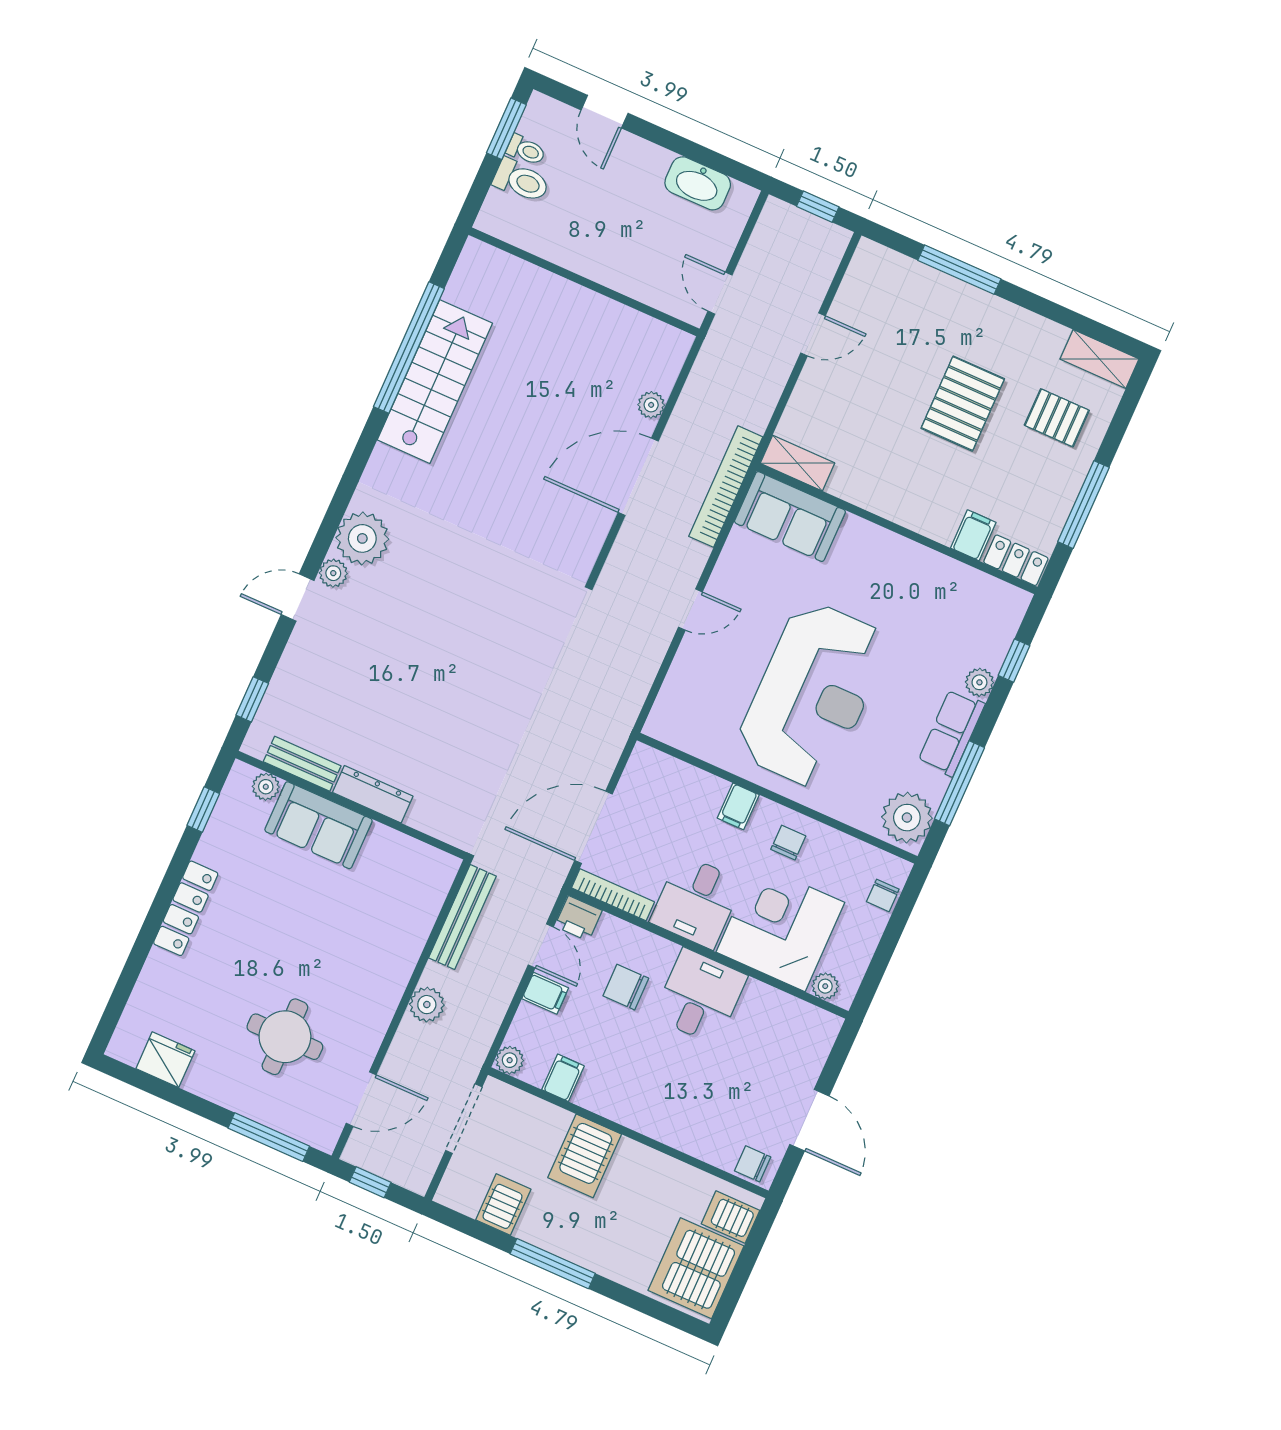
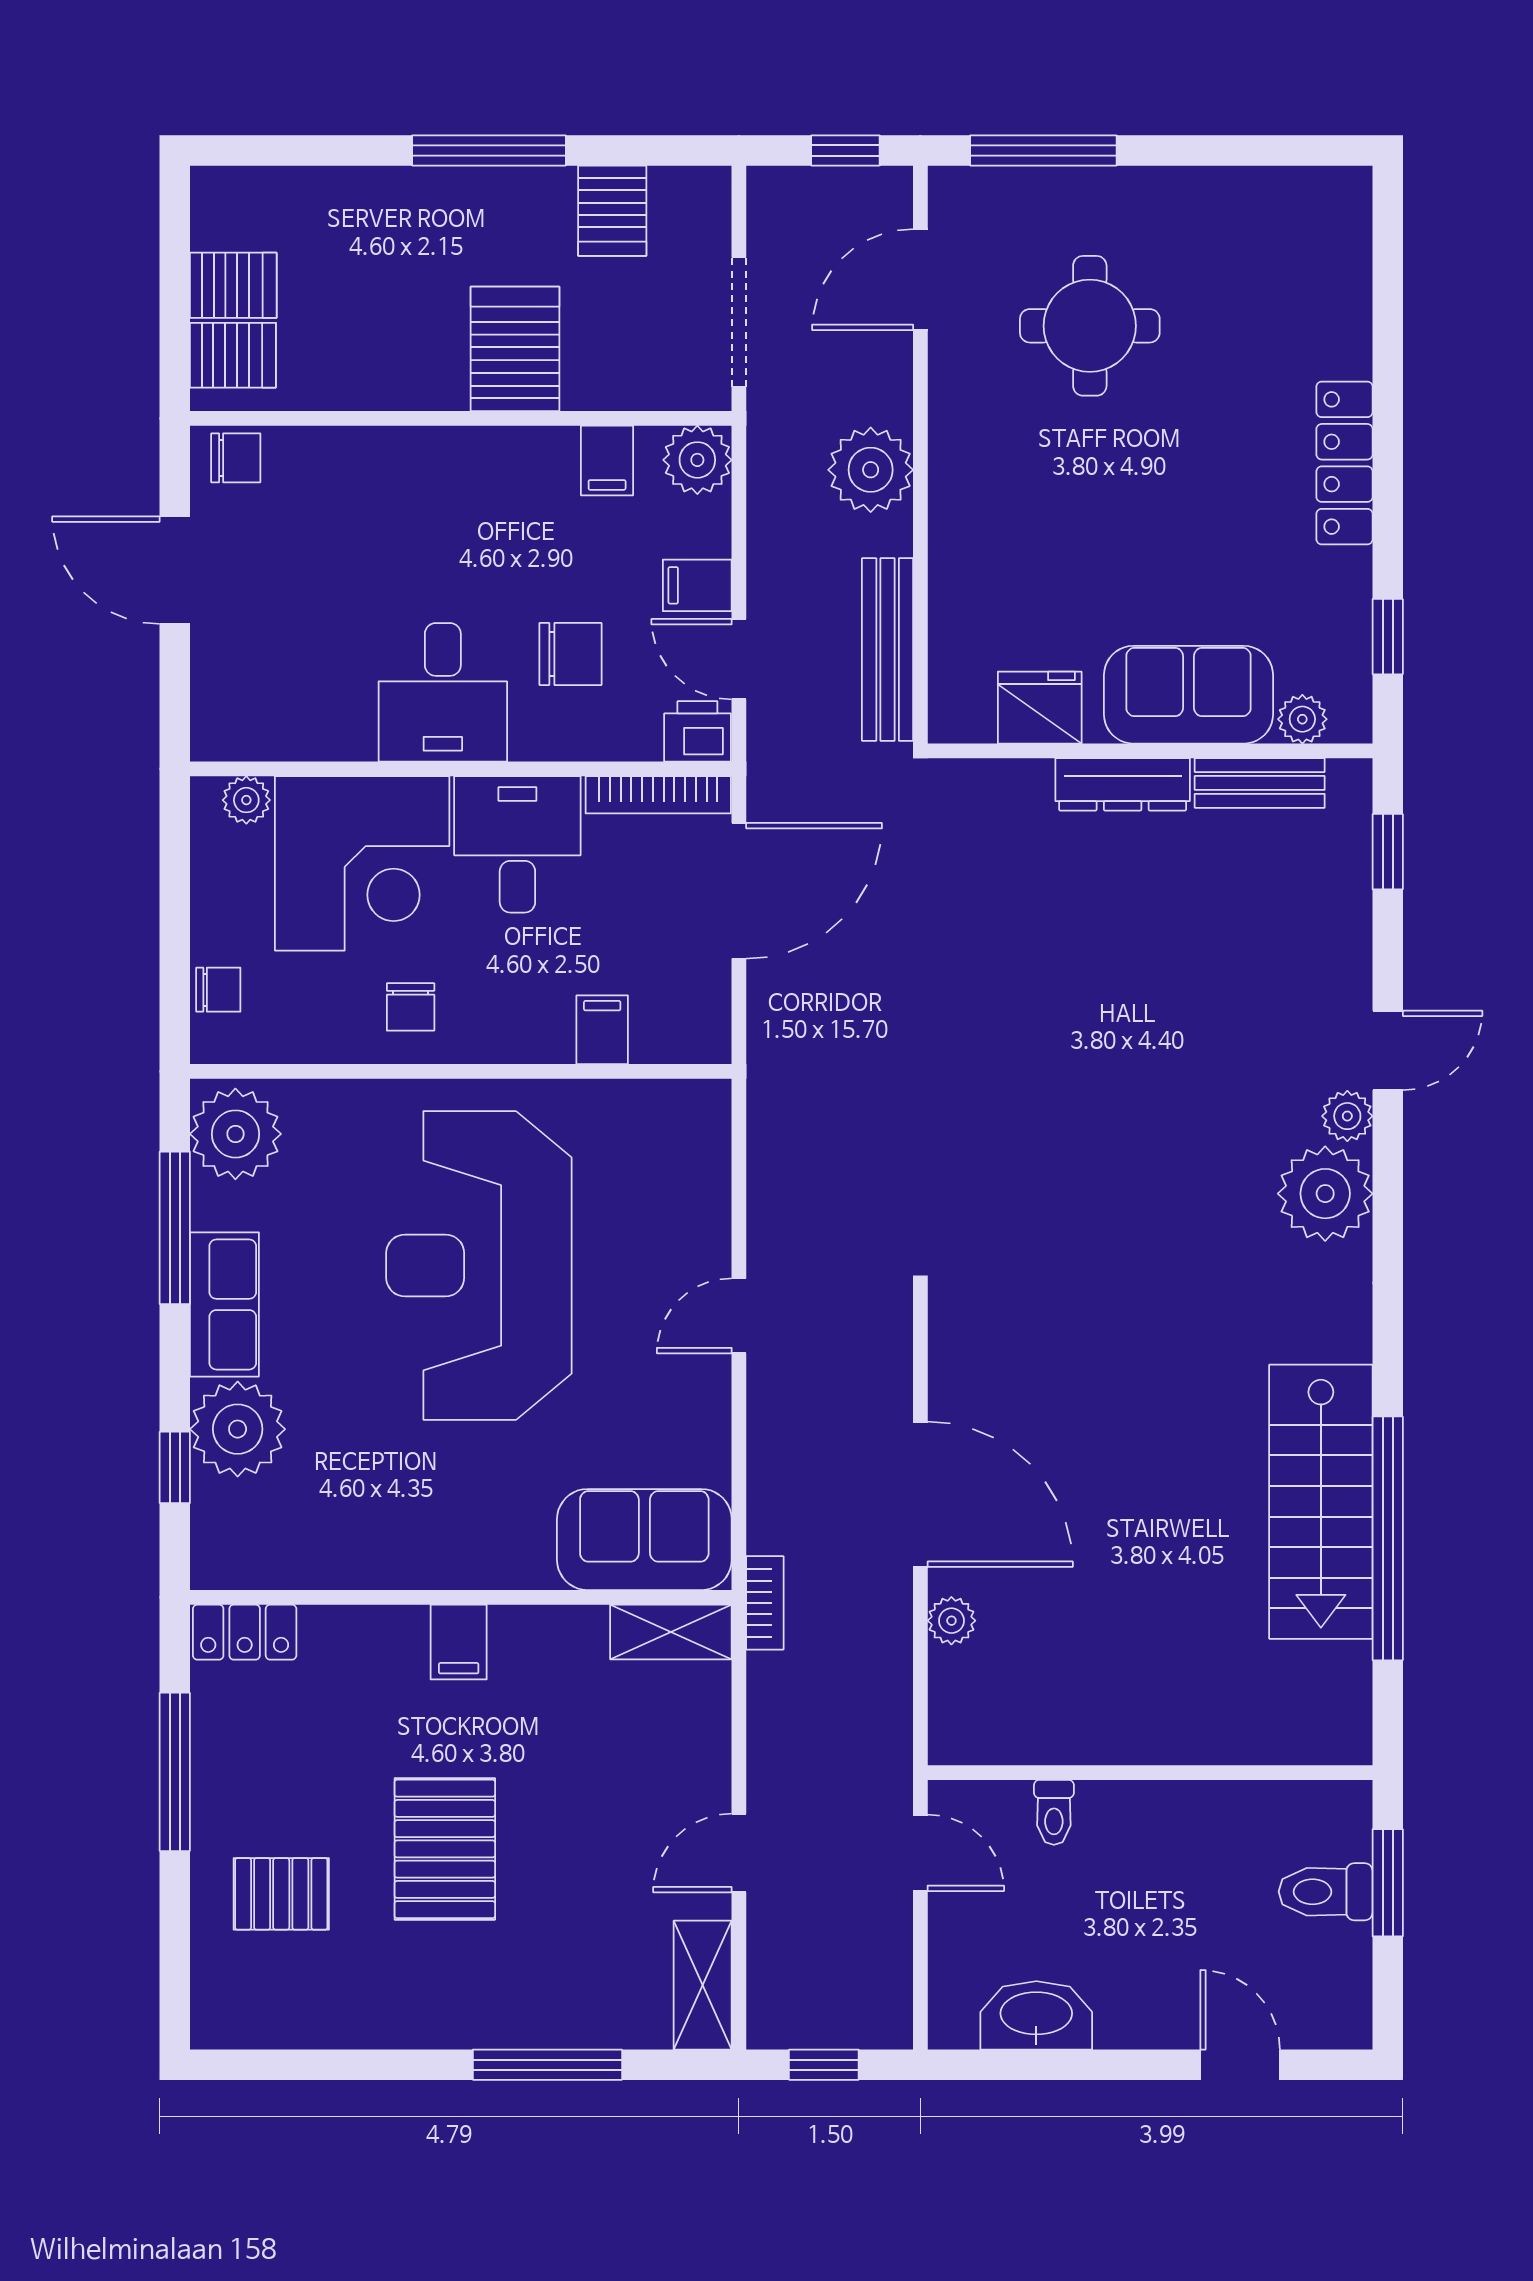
window: (506, 129) -> (1388, 1883), moved
toilet: (526, 150) -> (1054, 1812), moved, turned -90
shelving: (1099, 359) -> (703, 1985), moved, turned 90
door: (638, 477) -> (920, 1494), hinge flipped
bookcase: (726, 487) -> (765, 1603), width x0.43, depth x0.76
filing cabinet: (973, 535) -> (459, 1642), moved
plant: (979, 682) -> (238, 1429), width x1.88, depth x1.88
filing cabinet: (738, 806) -> (602, 1030), moved
chair: (883, 895) -> (218, 990), turned 90
plant: (427, 1005) -> (871, 470), width x1.36, depth x1.36
fridge: (165, 1060) -> (1040, 708), moved, turned 180
plant: (510, 1060) -> (697, 460), width x1.38, depth x1.38
server rack: (696, 1268) -> (233, 285), width x0.46, depth x0.70

